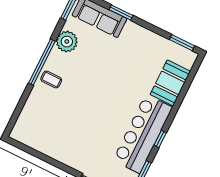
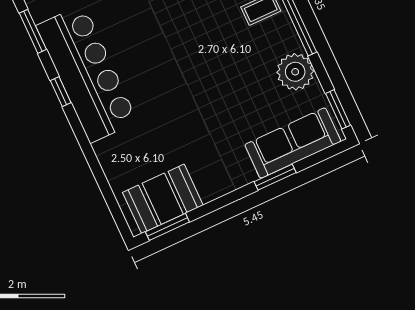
booth: (170, 83) -> (163, 199), moved, turned 90

